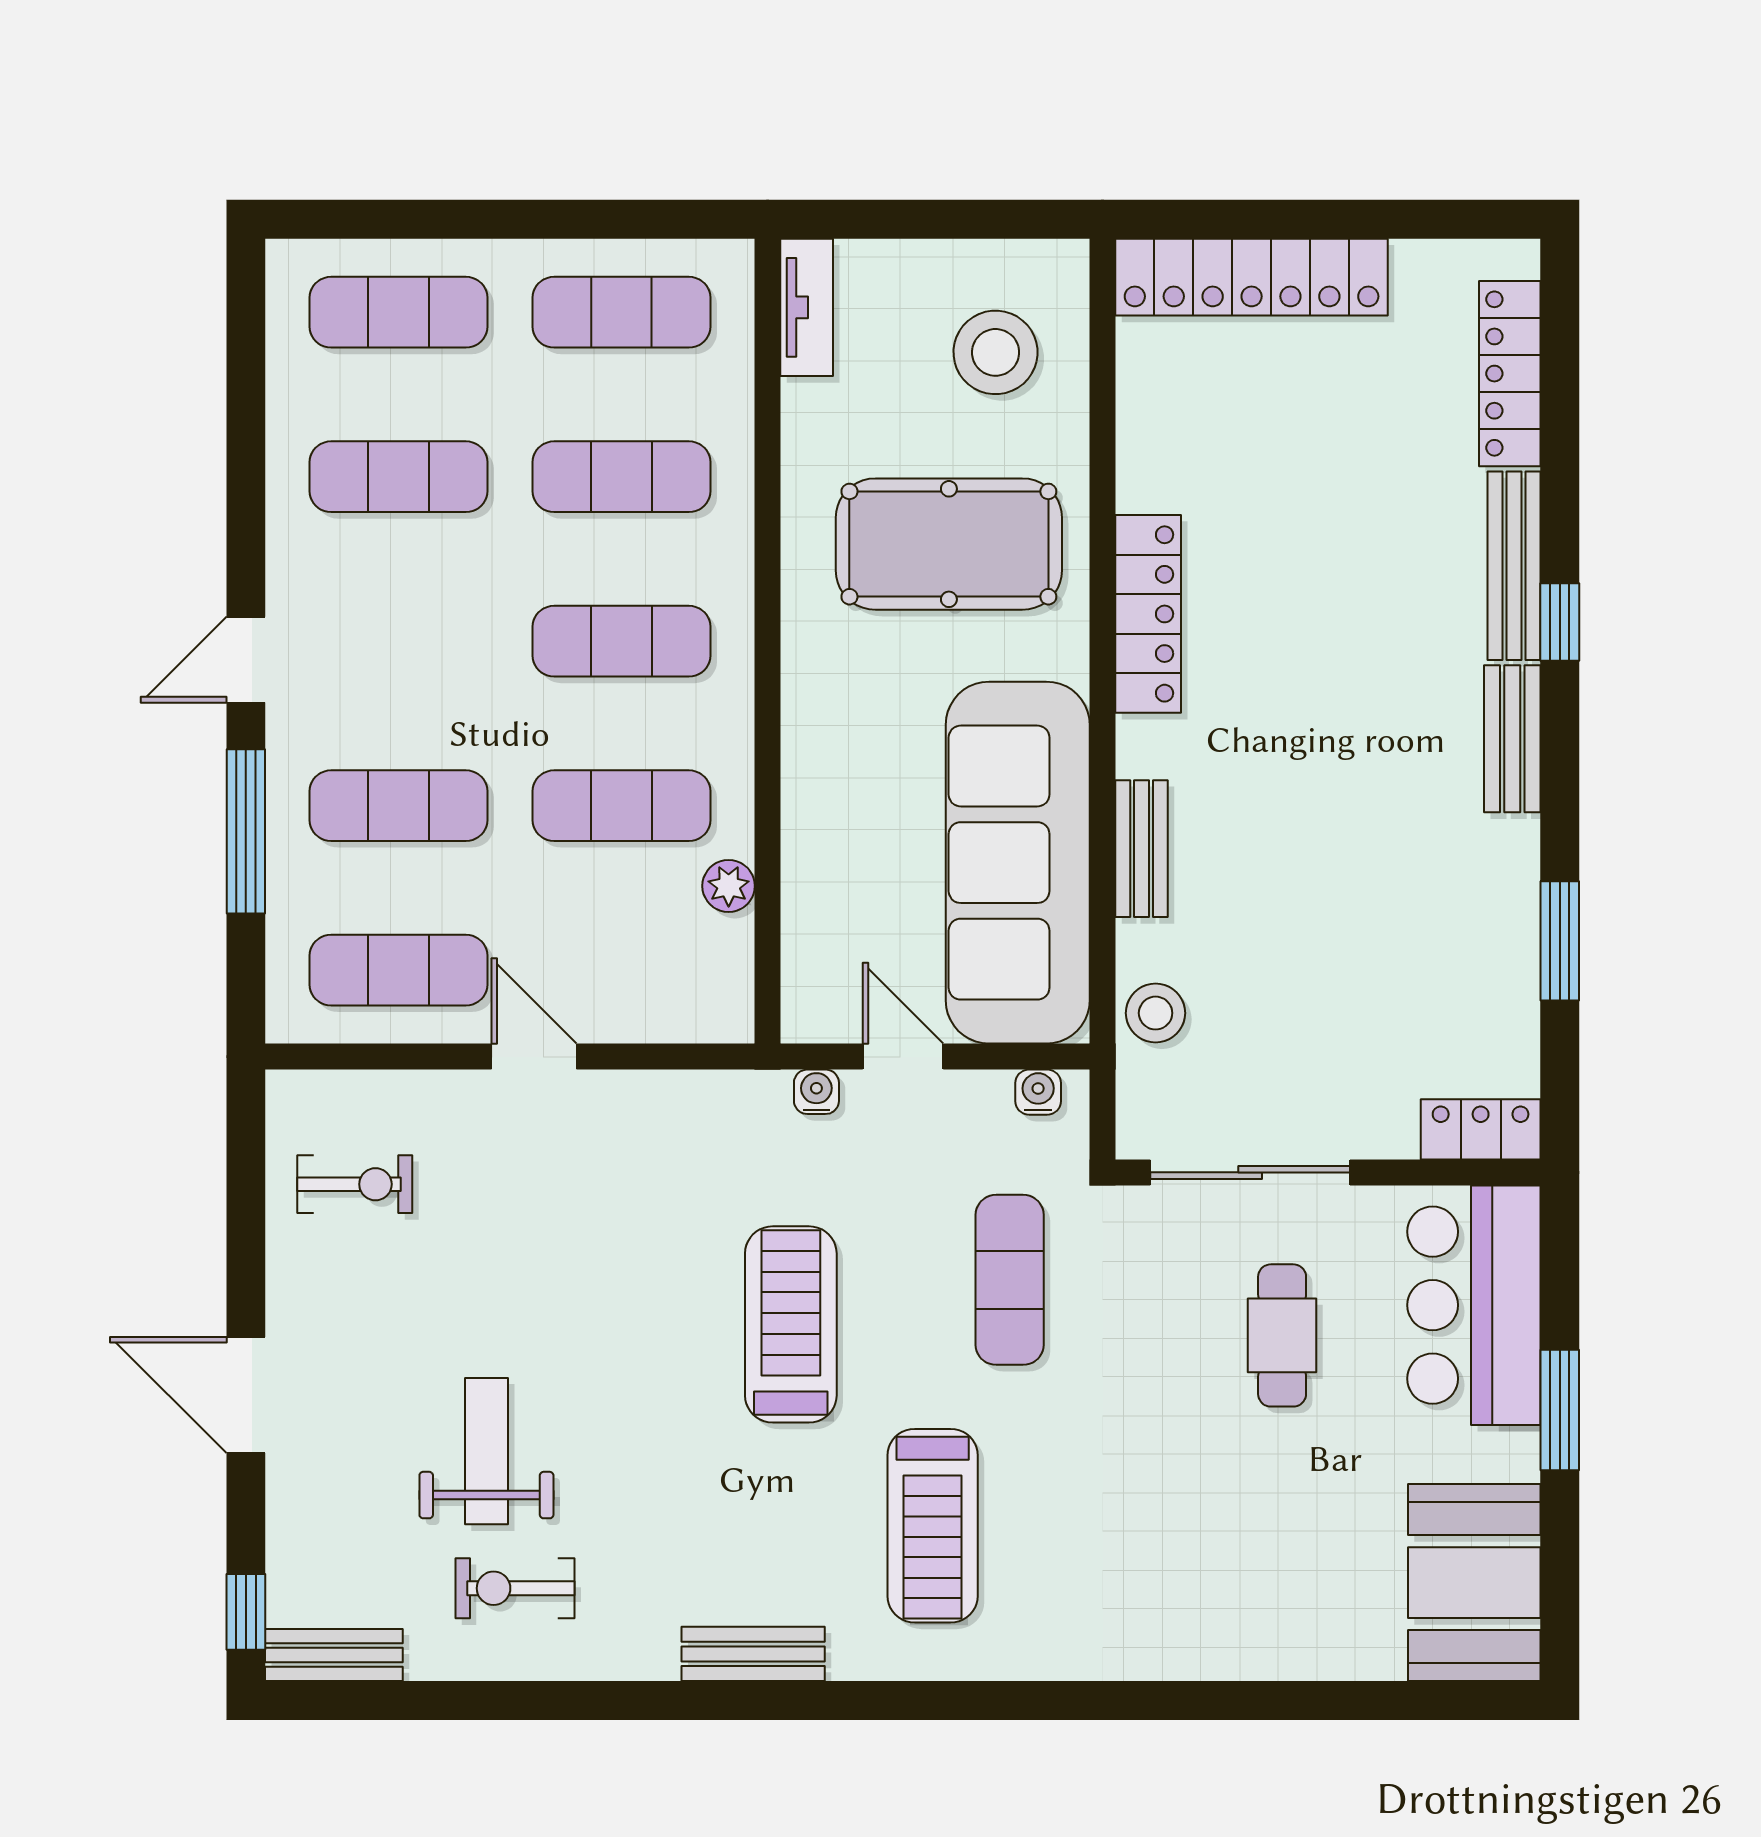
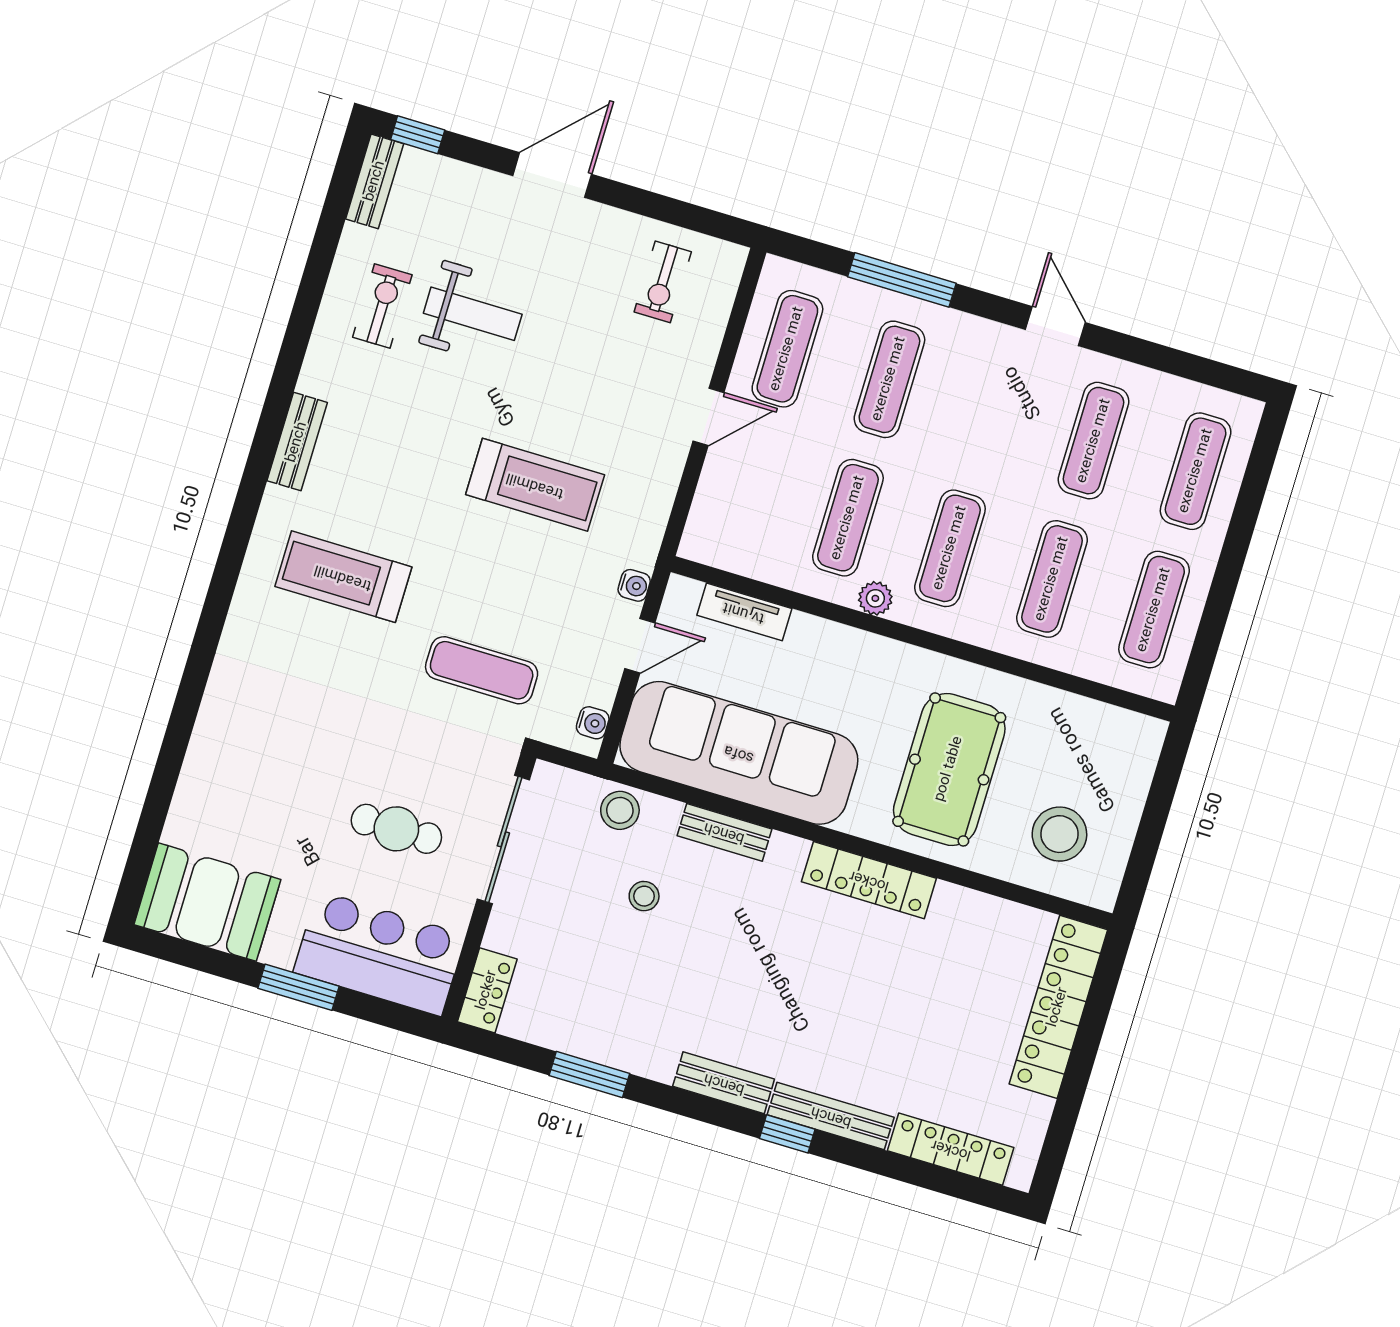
tv unit: (807, 307) -> (744, 612), moved
door: (246, 660) -> (1055, 326), moved
plant: (729, 886) -> (875, 598), moved
stool: (1272, 939) -> (644, 896), added
treadmill: (791, 1324) -> (535, 485), moved

